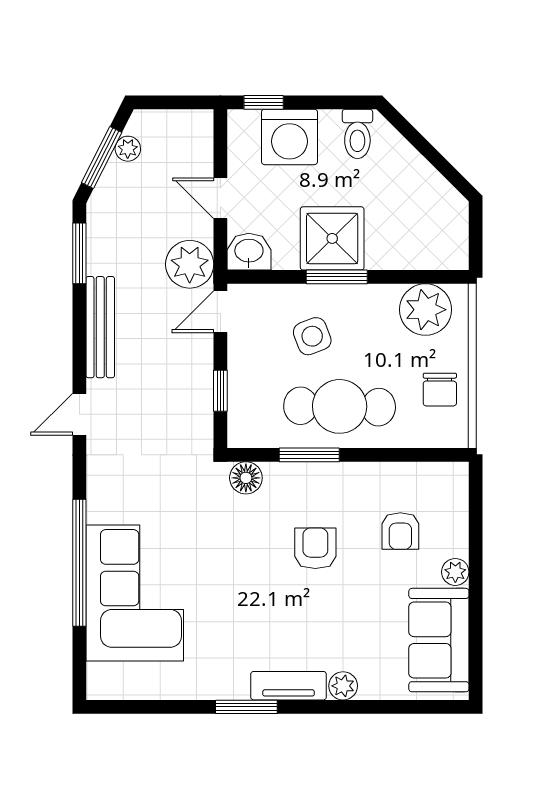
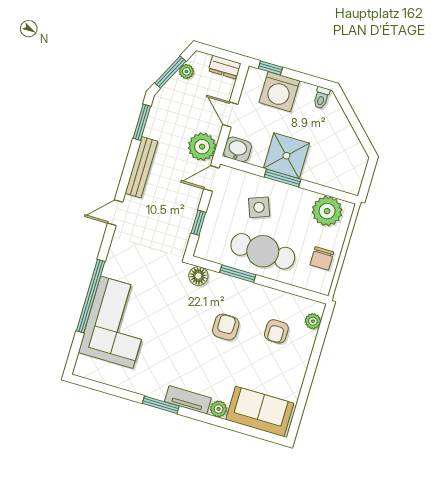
dresser: (188, 123) -> (225, 67), added
toilet: (357, 134) -> (321, 98), width x0.73, depth x0.72
plant: (455, 572) -> (313, 321), moved
sofa: (439, 640) -> (260, 411), moved, turned 90

